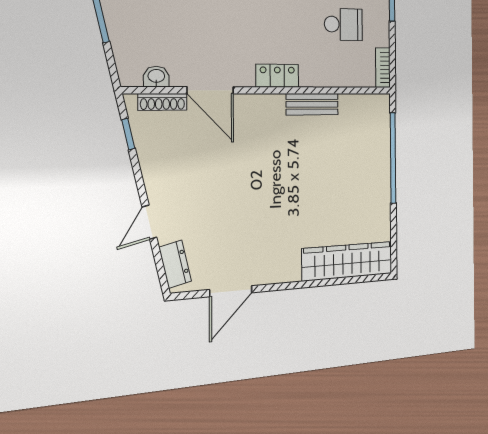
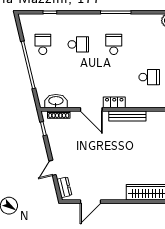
washbasin: (156, 77) -> (56, 101), width x1.91, depth x1.45
door: (210, 90) -> (91, 109), moved
bench: (312, 104) -> (127, 116), width x1.36

